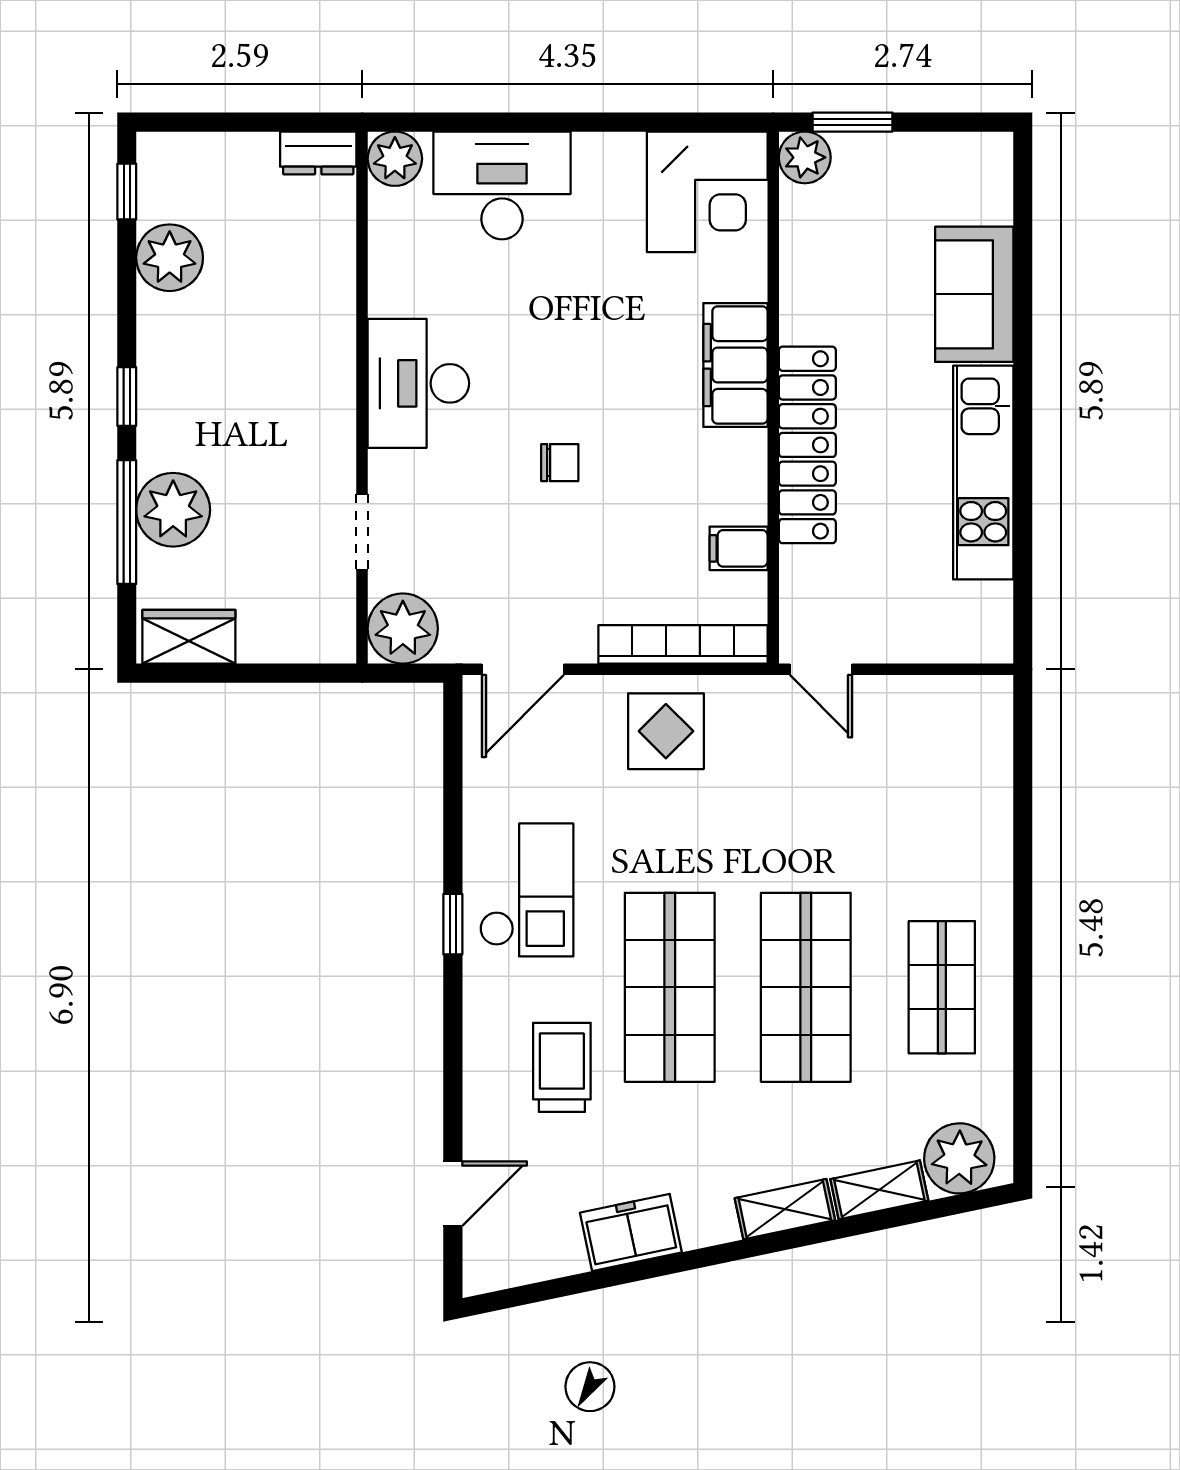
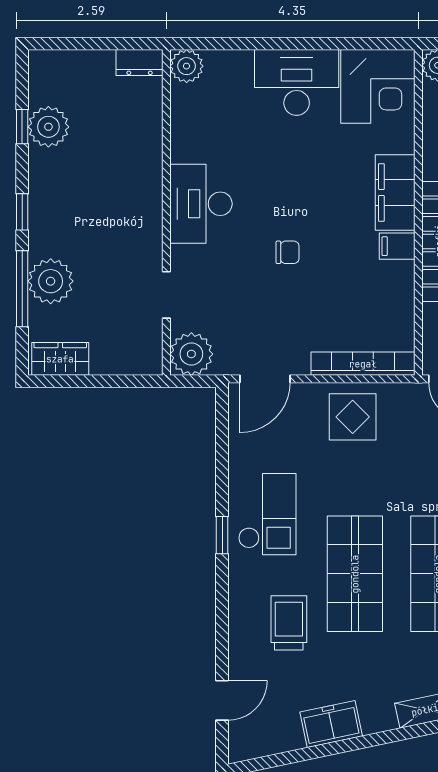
desk: (502, 185) -> (297, 82), moved
window: (127, 192) -> (22, 127), moved
filing cabinet: (739, 548) -> (397, 246), moved

